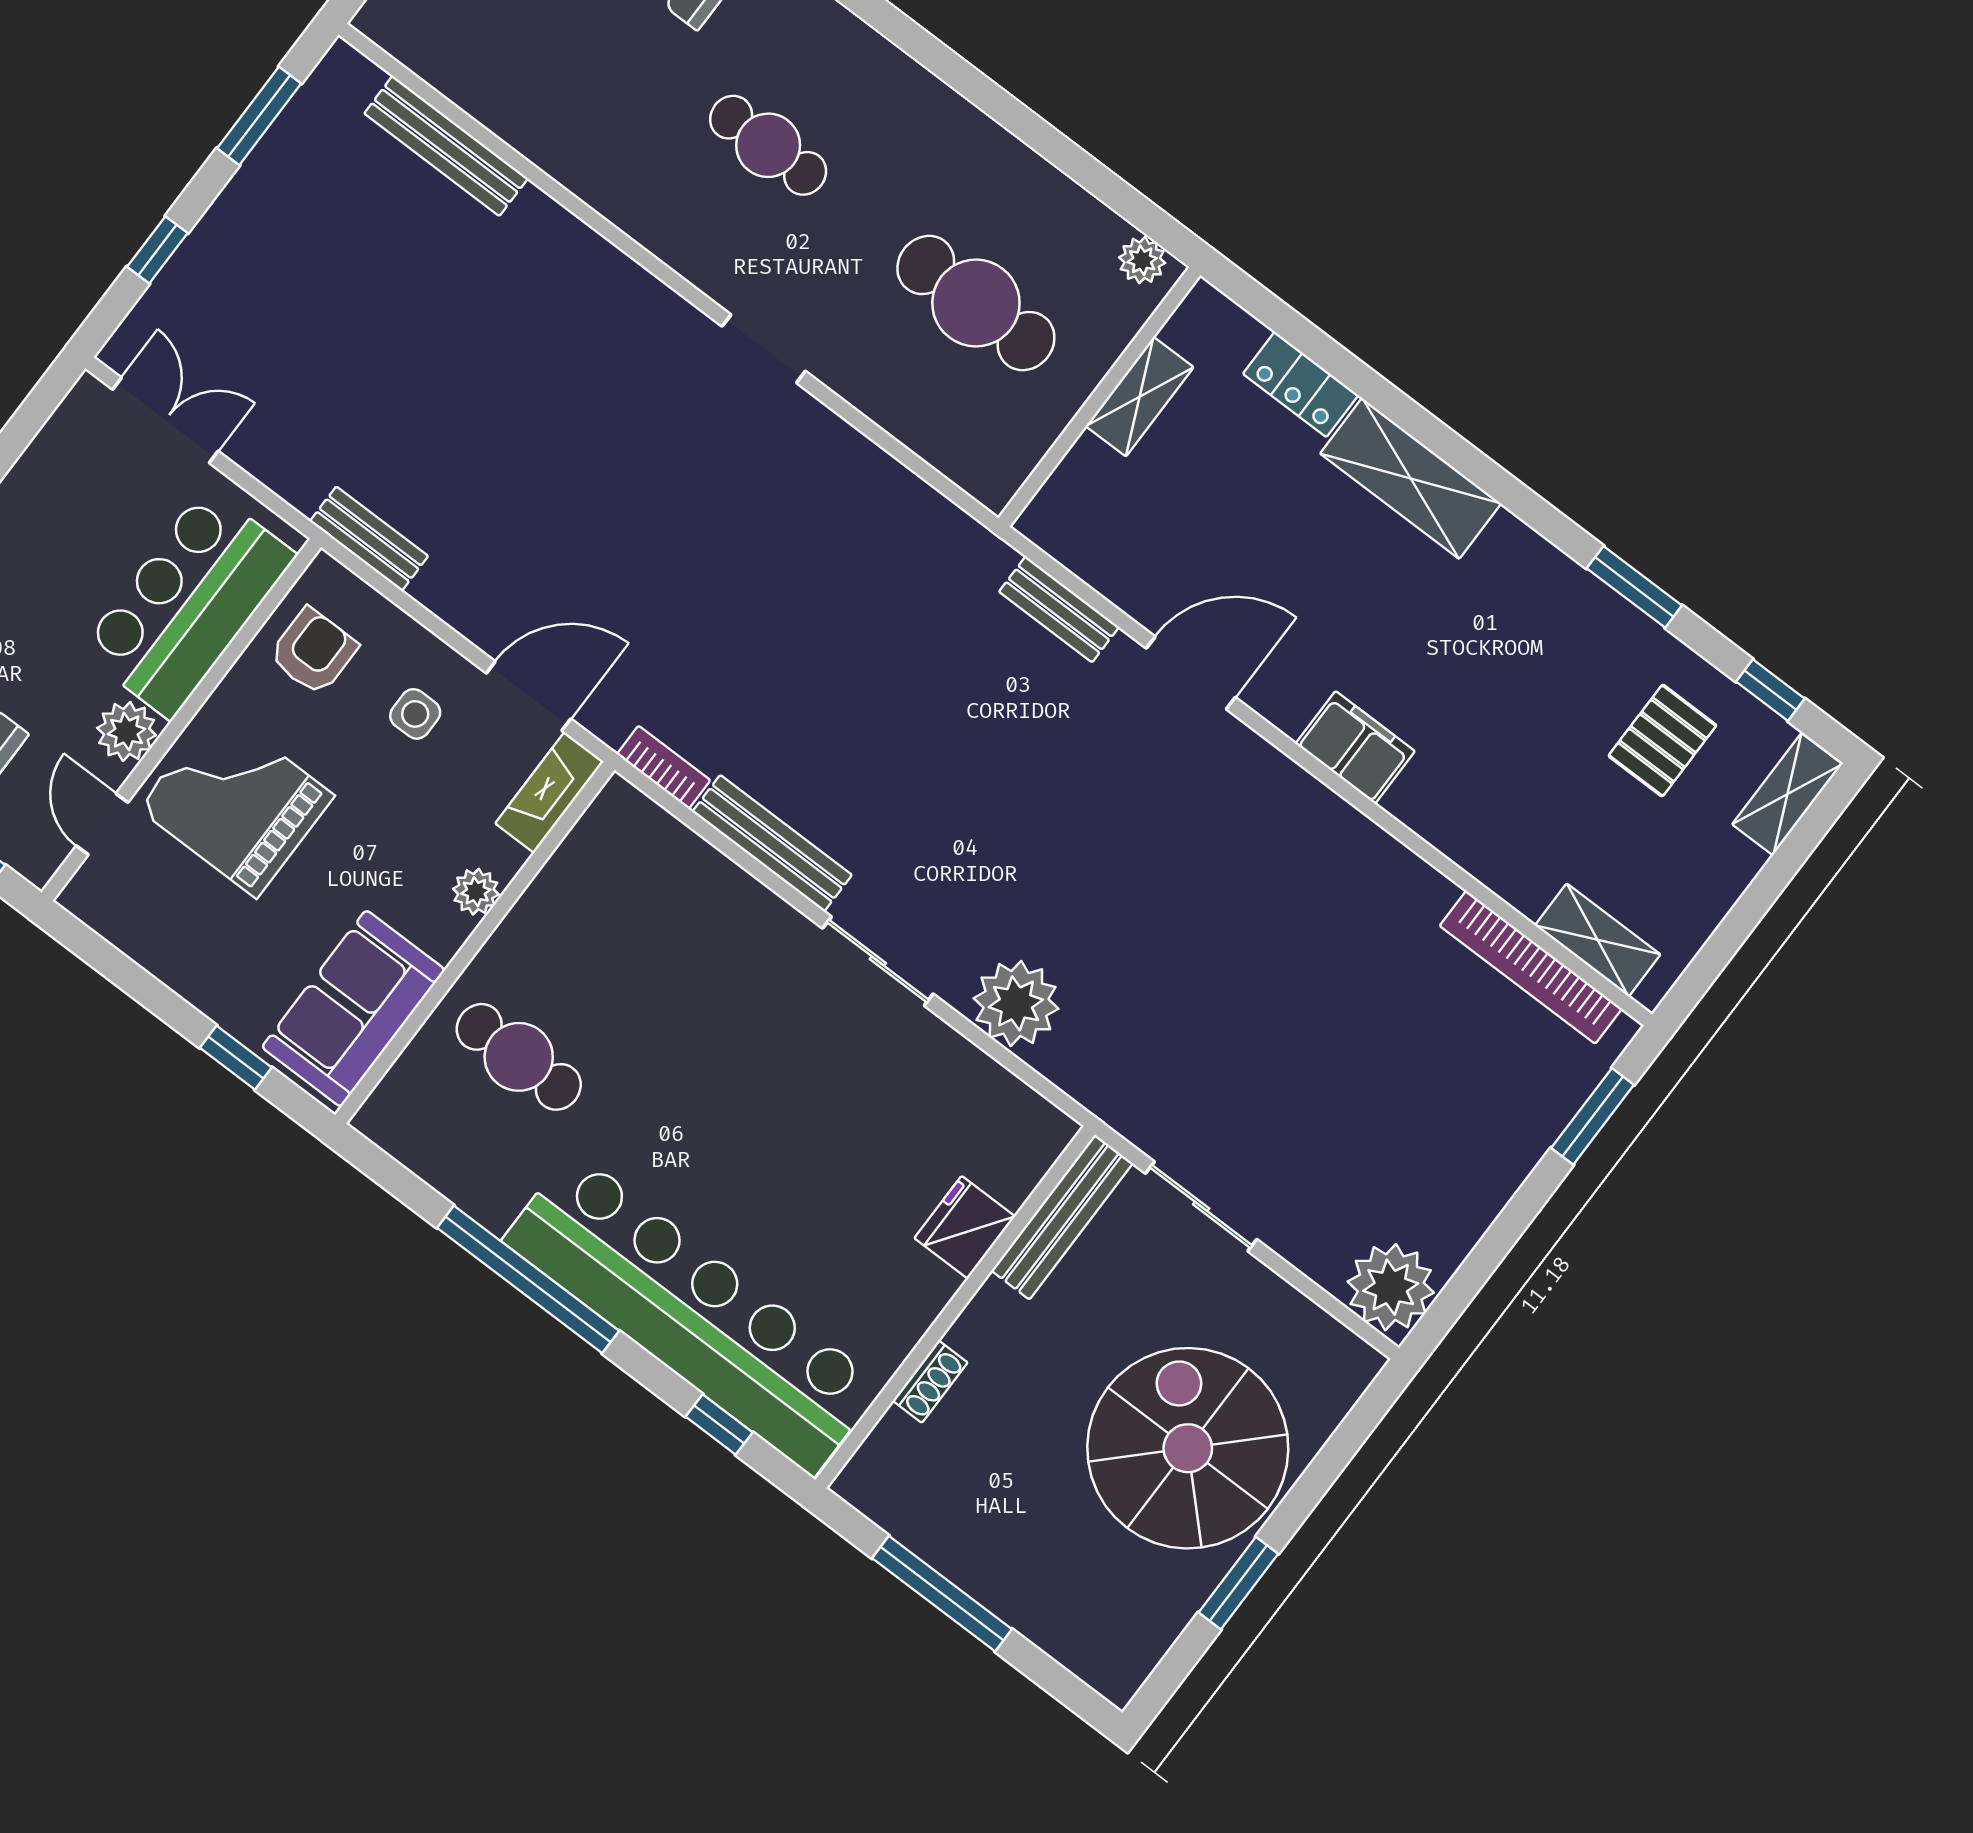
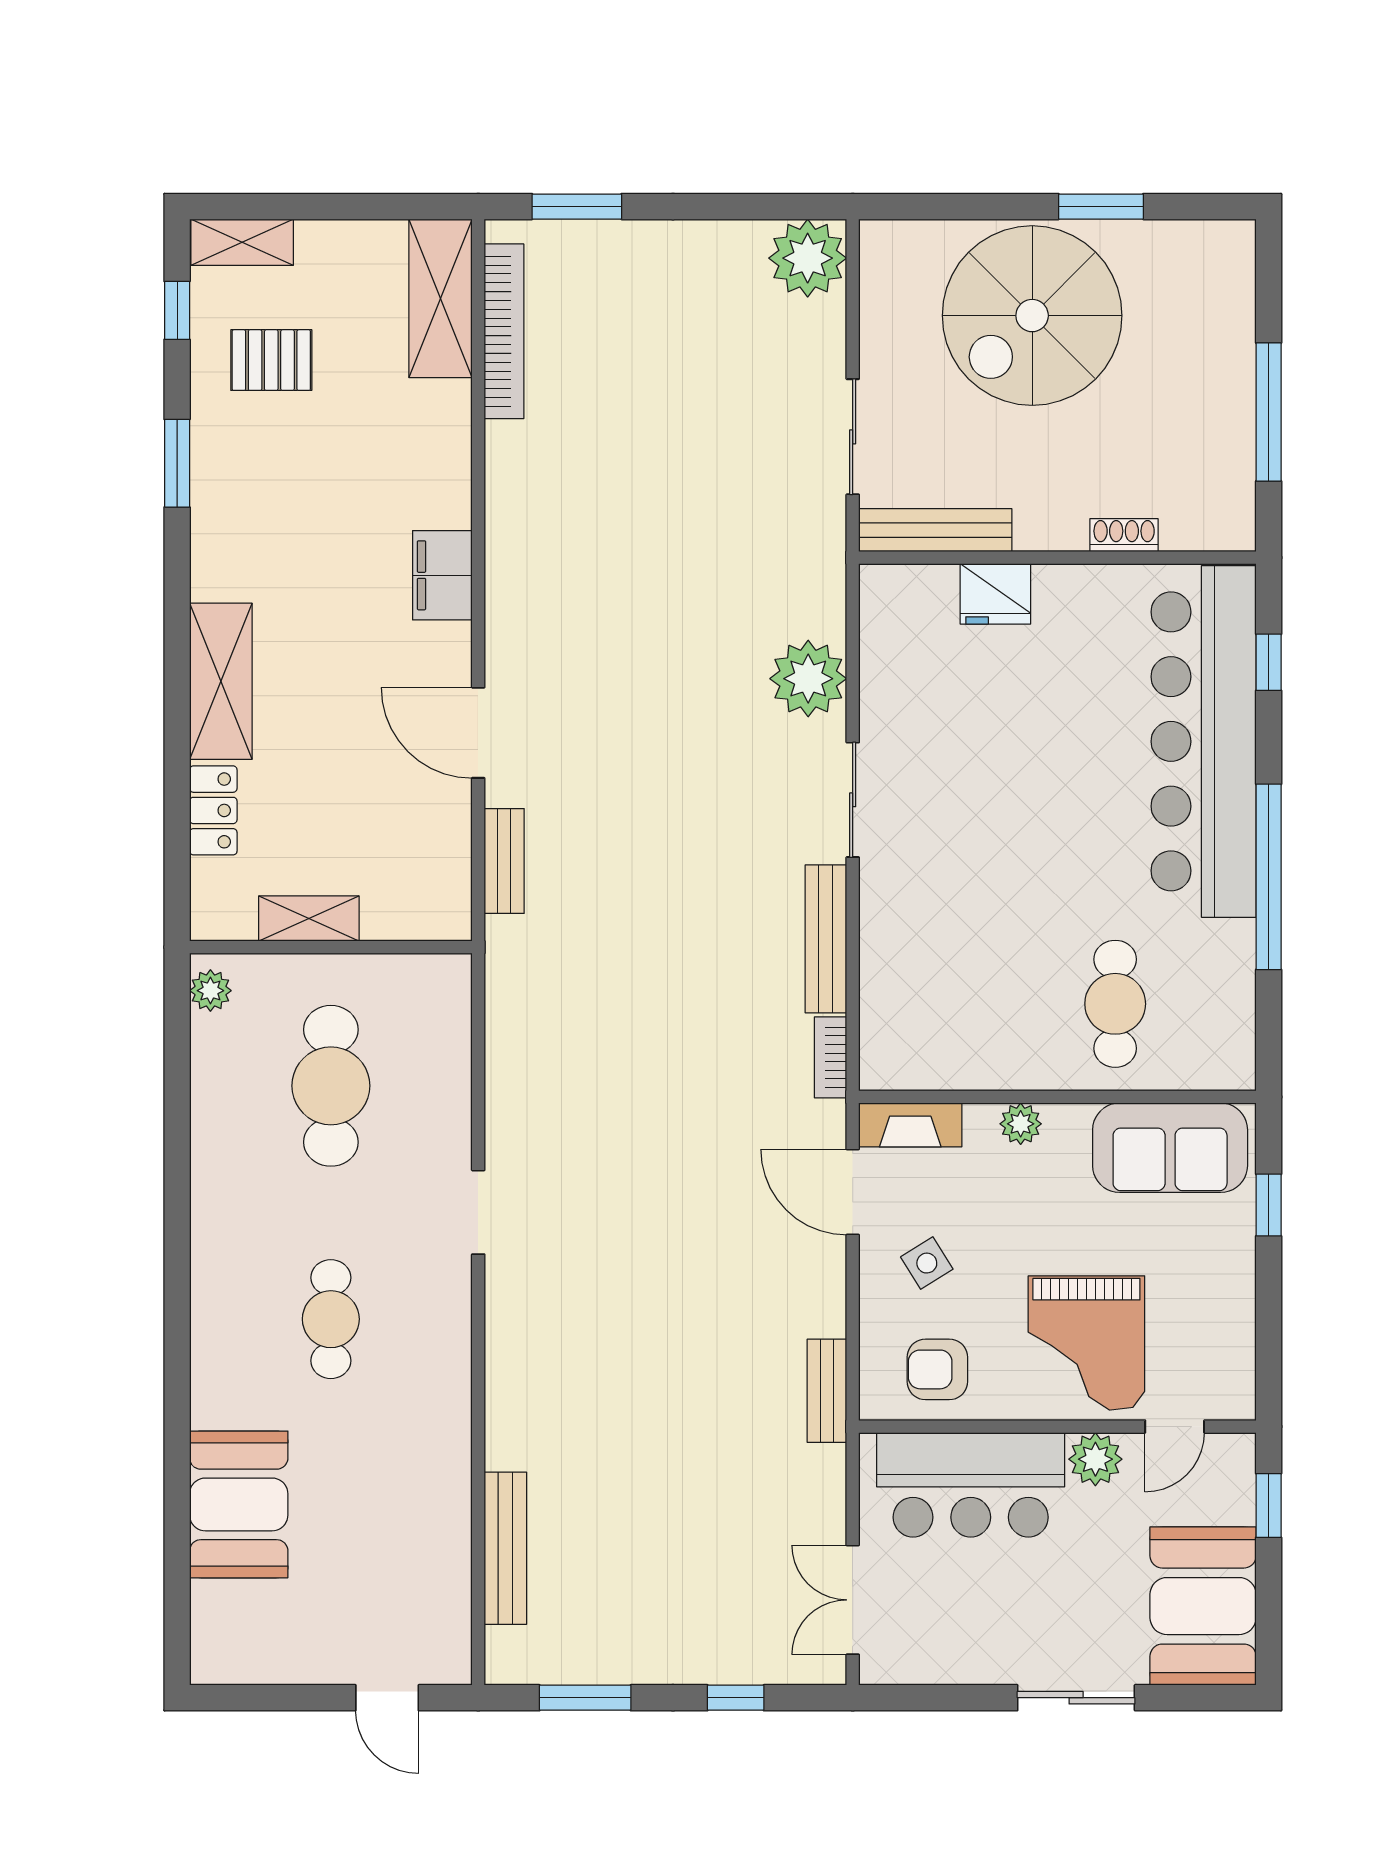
side table: (415, 714) -> (927, 1263), turned -32
shelving: (1598, 940) -> (440, 298), width x1.50, depth x1.33

